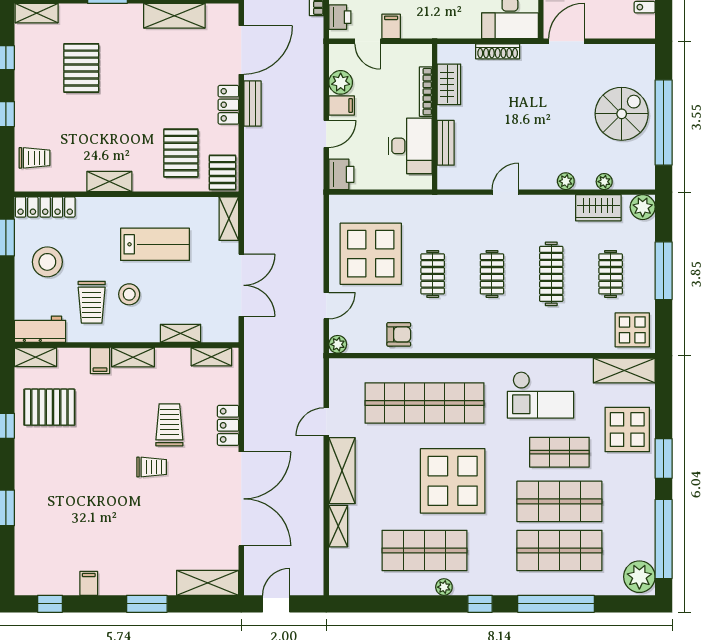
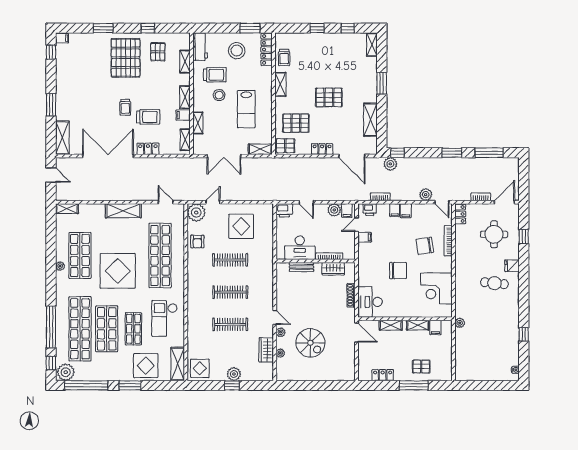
pallet: (81, 68) -> (329, 97), moved
bench: (252, 104) -> (323, 162), removed
filing cabinet: (342, 105) -> (347, 210), moved
spiral stairs: (622, 114) -> (310, 343), moved
window: (664, 122) -> (312, 385), removed
trolley: (34, 158) -> (284, 57), moved
door: (505, 192) -> (275, 317), moved
plant: (643, 207) -> (234, 374), moved
display table: (371, 254) -> (241, 226), width x0.73, depth x0.73
window: (664, 271) -> (232, 385), width x0.46
clothes rail: (433, 274) -> (230, 260), width x1.36
clothes rail: (492, 274) -> (230, 292), width x1.36
clothes rail: (611, 274) -> (230, 357), removed
trolley: (92, 302) -> (215, 75), turned 180
door: (326, 306) -> (213, 202), swing flipped
plant: (338, 344) -> (196, 213), width x1.88, depth x1.88
shelving: (36, 357) -> (185, 62), moved
filing cabinet: (100, 361) -> (183, 115), moved
pallet: (49, 407) -> (158, 52), width x0.67, depth x0.71
door: (326, 422) -> (166, 202), moved
pallet: (60, 467) -> (126, 58), added
double door: (241, 499) -> (108, 156), swing flipped
shelving: (338, 526) -> (67, 209), moved
shop shelf: (559, 551) -> (80, 329), width x1.40
filing cabinet: (89, 583) -> (62, 38), moved
window: (480, 604) -> (51, 363), moved

